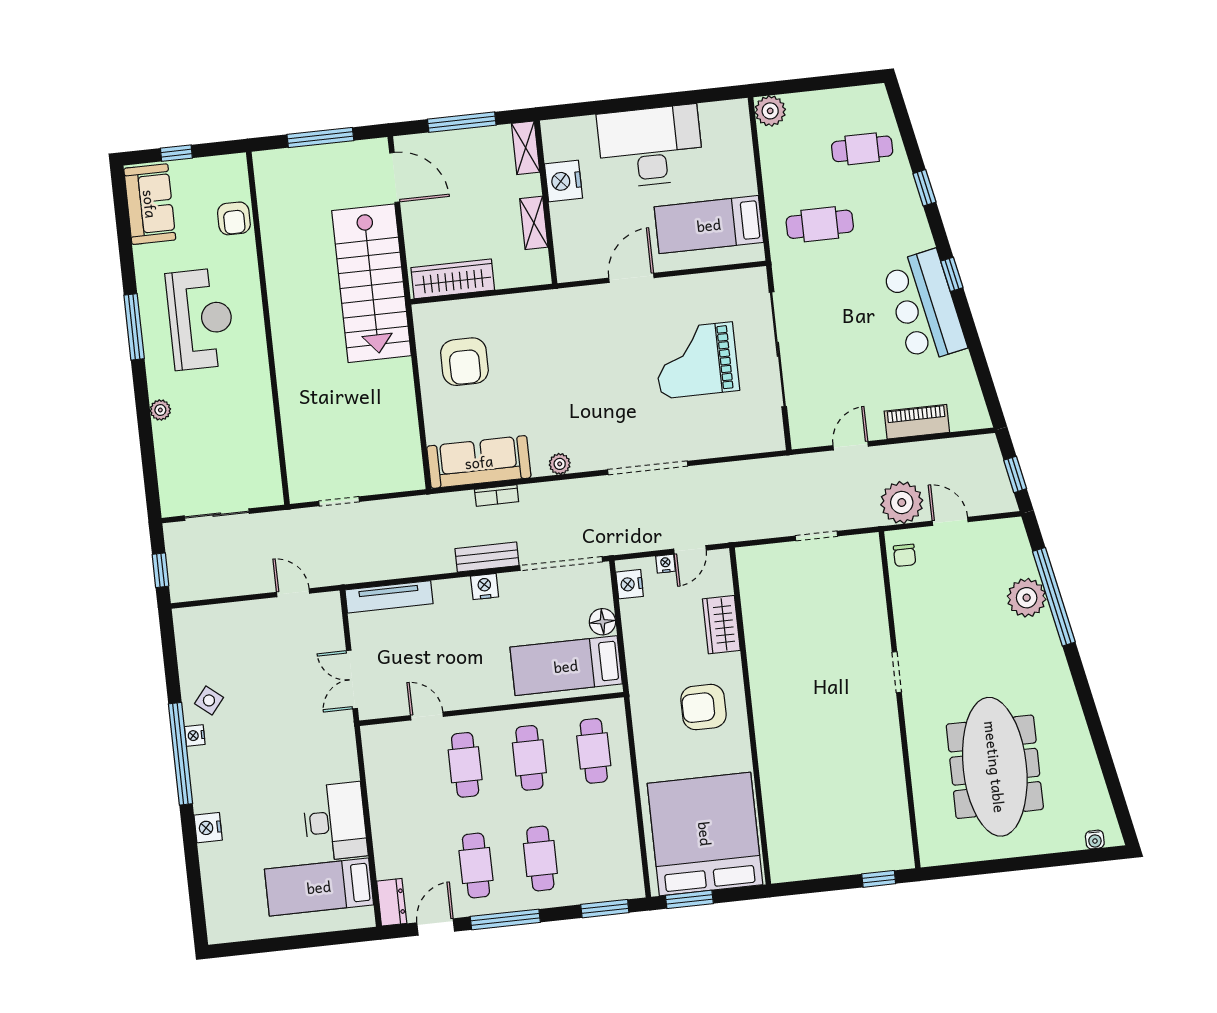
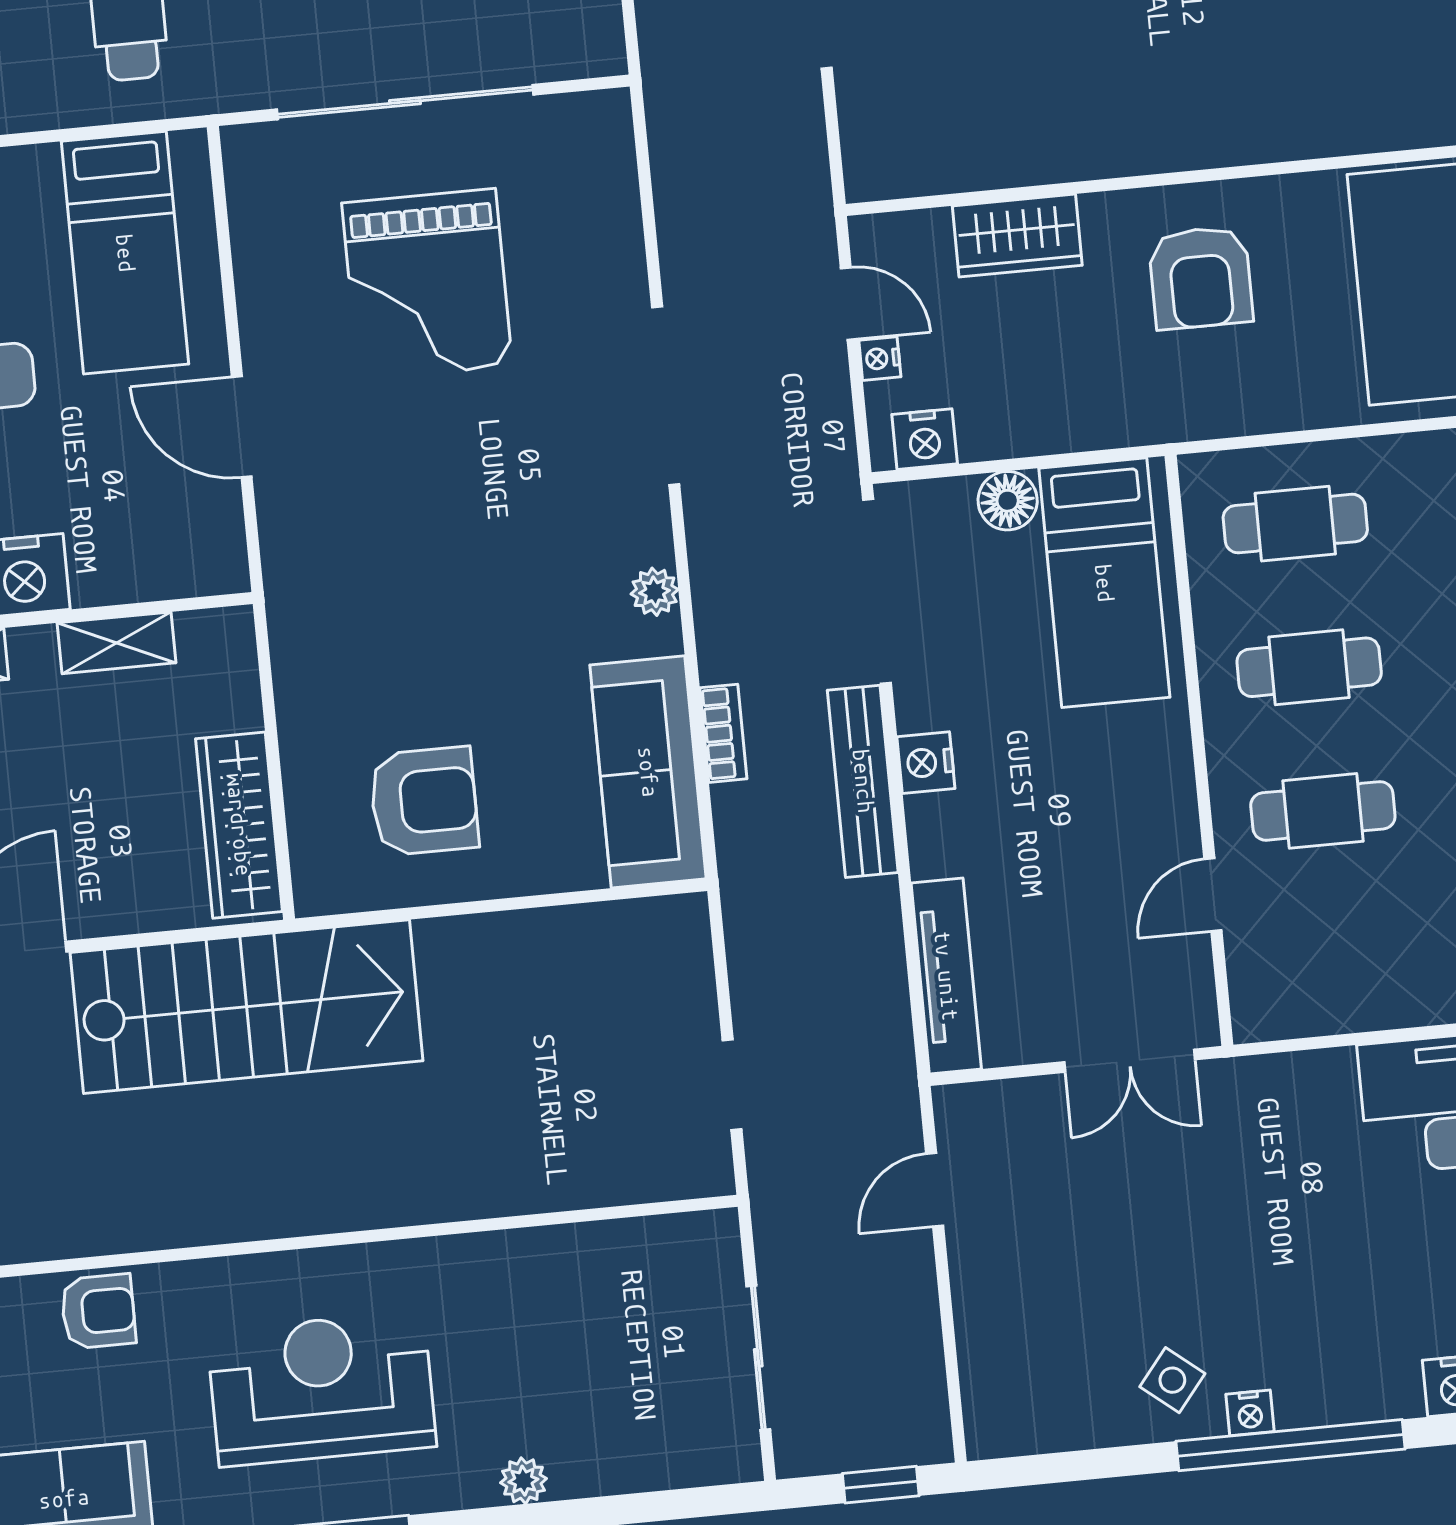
bench: (487, 557) -> (863, 781), width x1.36

